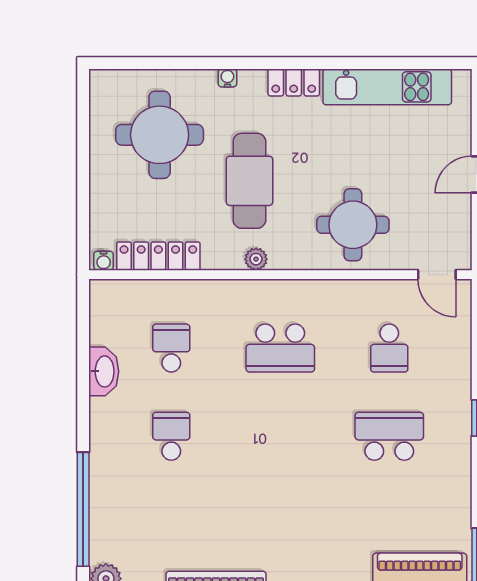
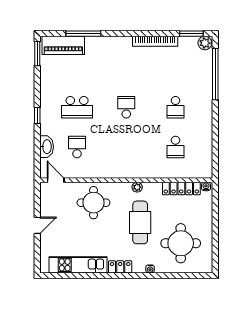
school desk: (280, 348) -> (126, 107), moved, width x0.54
washbasin: (104, 371) -> (47, 147), moved, turned 180

